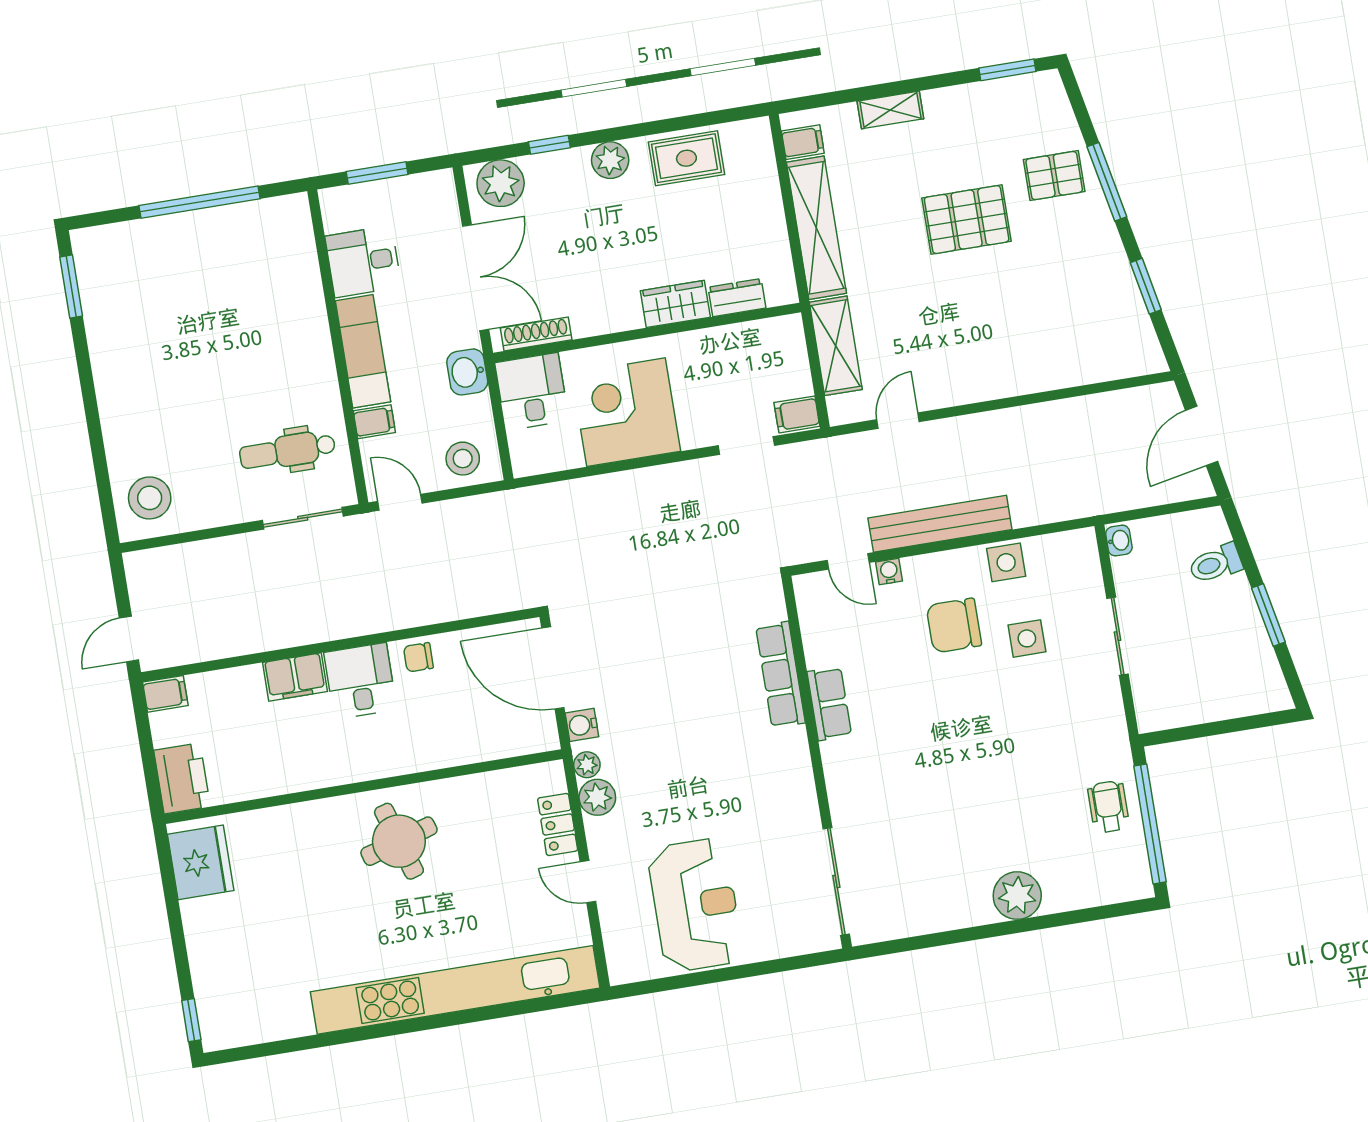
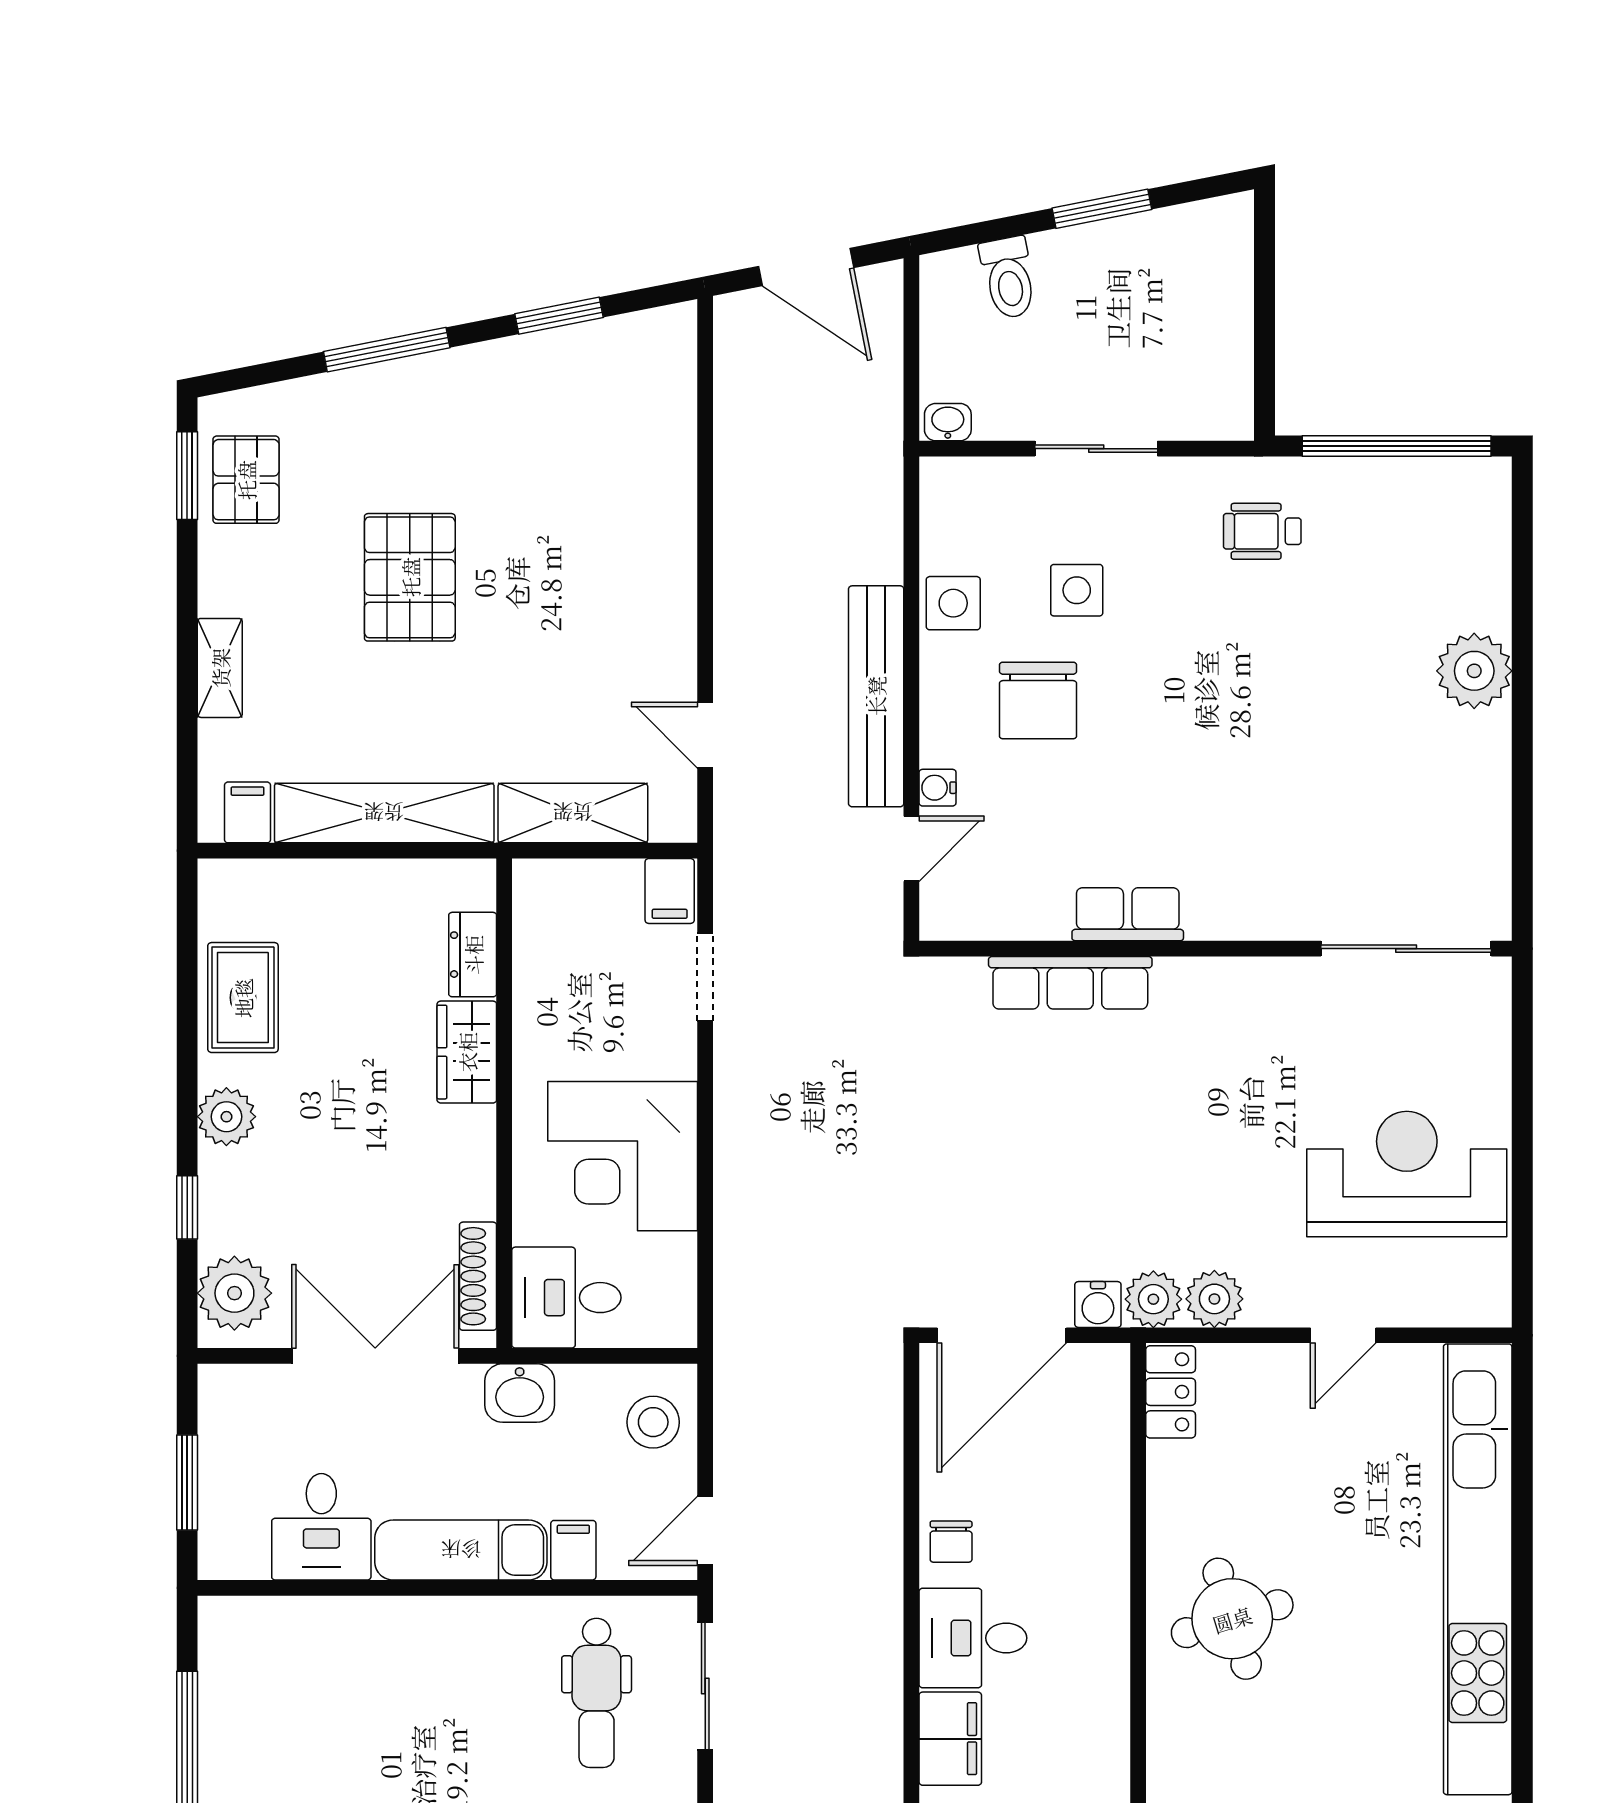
pallet: (1054, 176) -> (246, 480), moved
plant: (587, 765) -> (1153, 1299), width x1.38, depth x1.38
wheelchair: (1108, 807) -> (1262, 531), moved
locker: (558, 824) -> (1171, 1392), moved, turned -90

